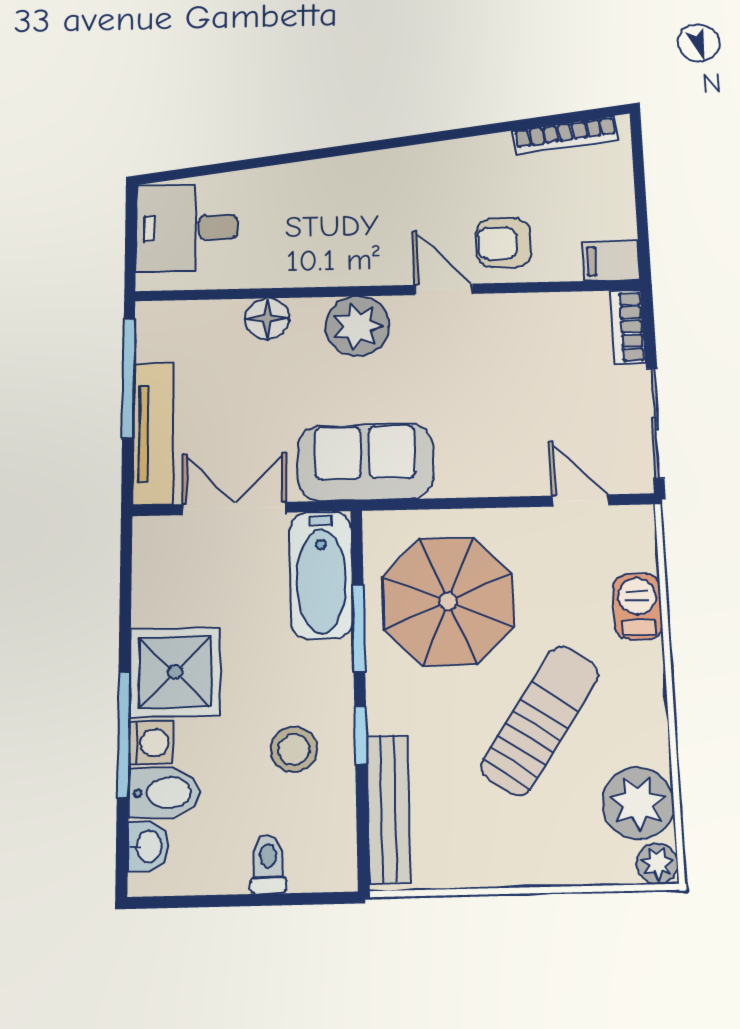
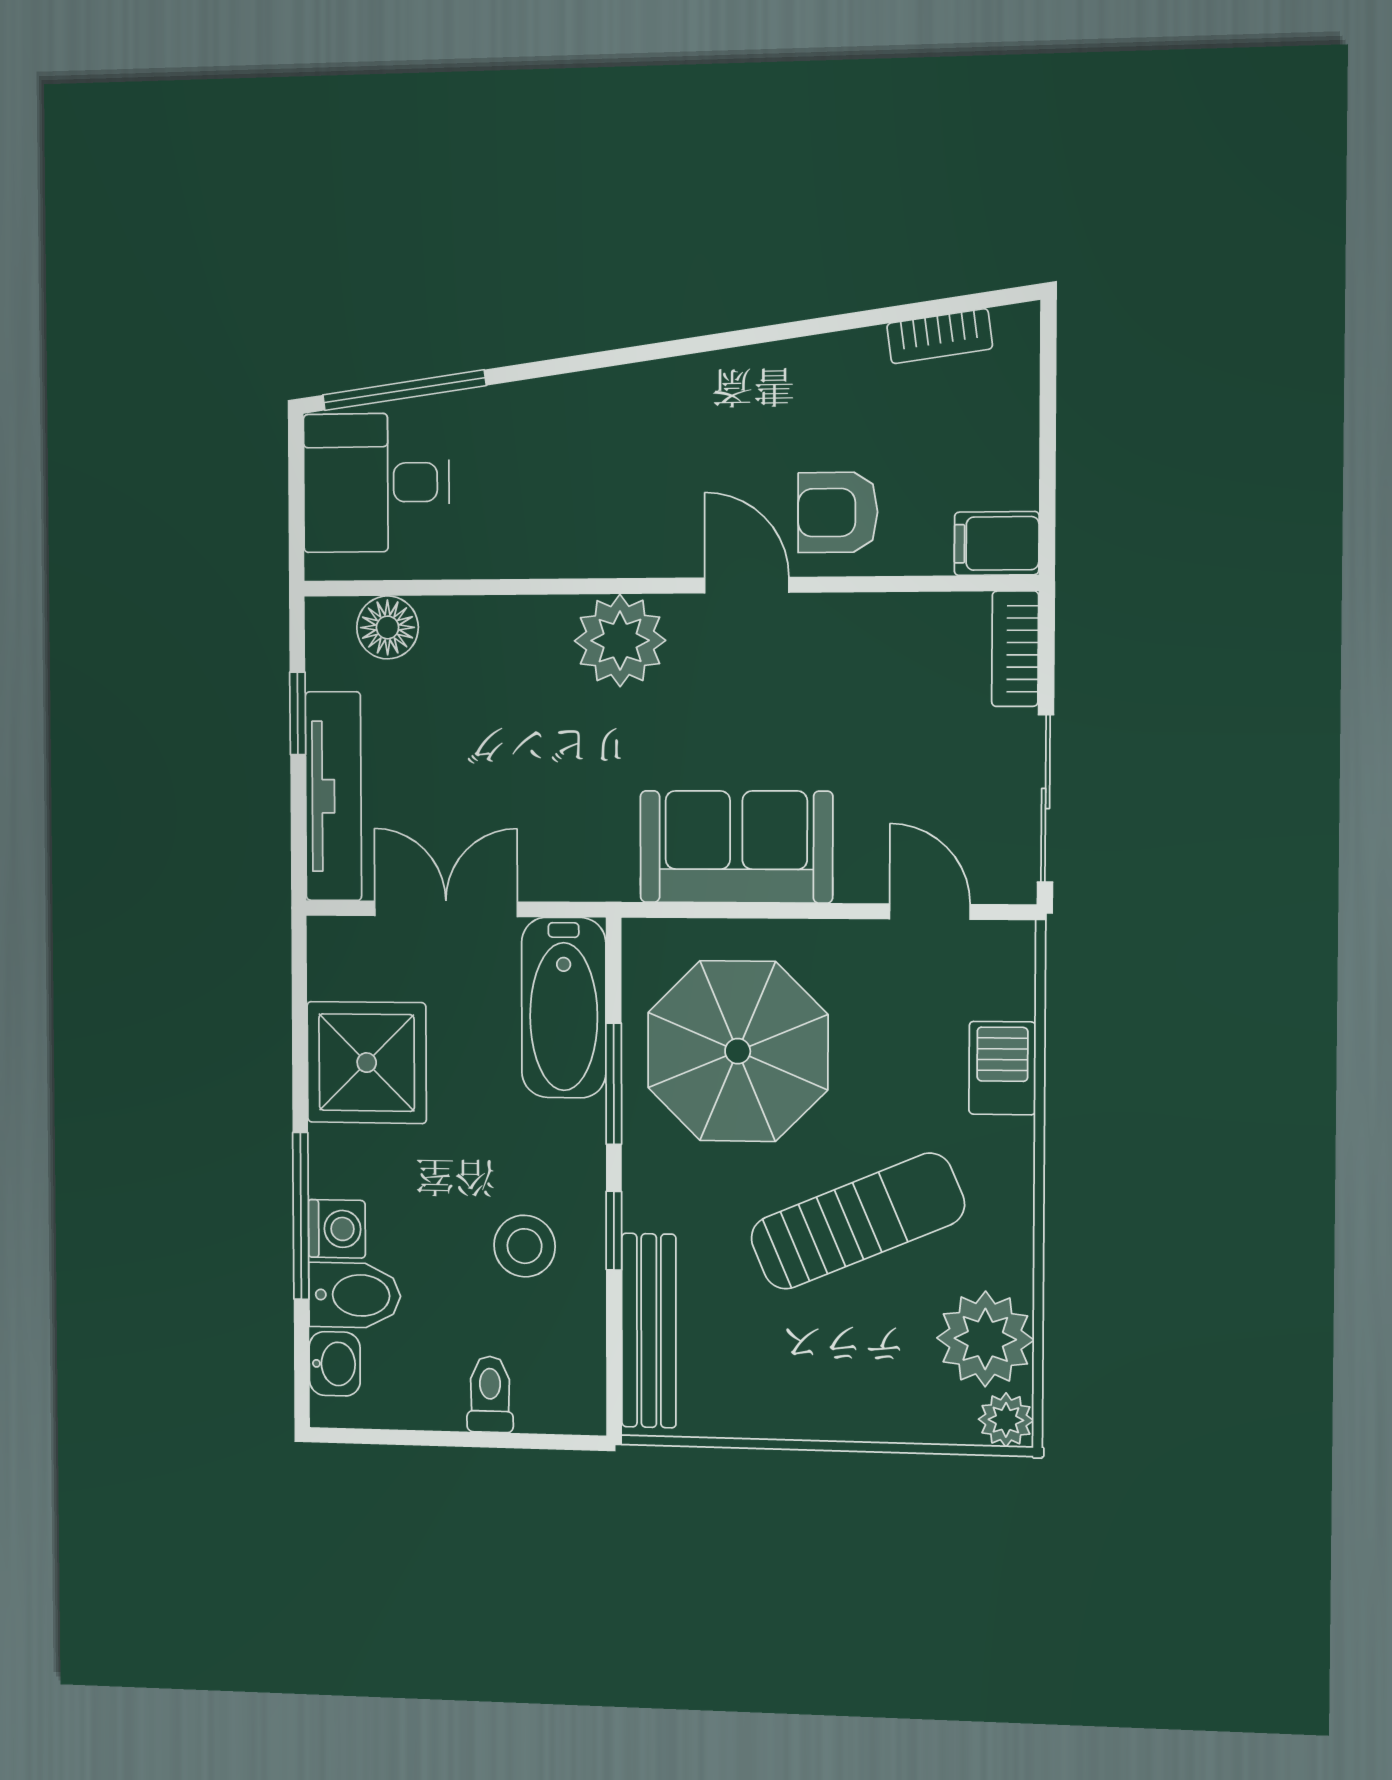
bookcase: (566, 135) -> (940, 336), width x0.64
window: (207, 170) -> (404, 390), added
floor lamp: (267, 319) -> (388, 627), moved
window: (129, 378) -> (298, 713), width x0.46
sofa: (365, 462) -> (736, 847), moved
shower: (175, 672) -> (367, 1063), moved
sun lounger: (540, 720) -> (858, 1221), turned 33

